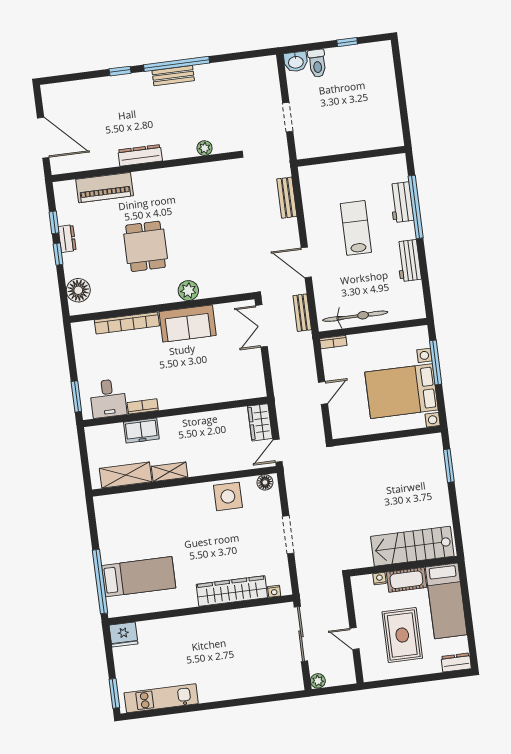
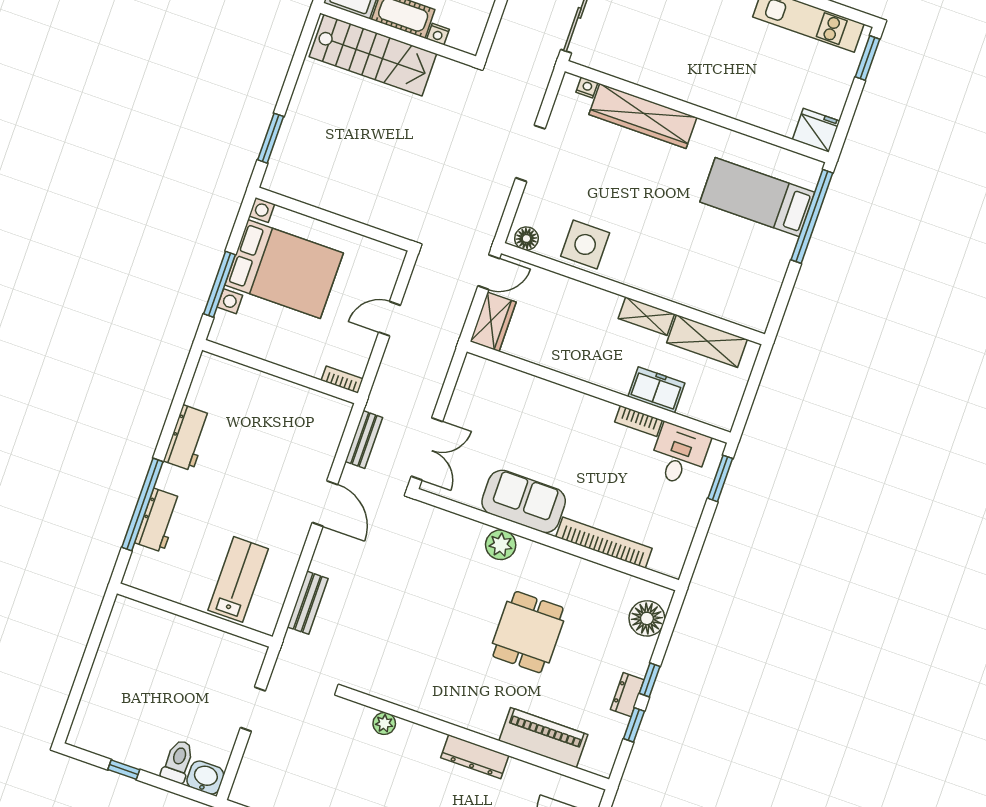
lab bench: (356, 228) -> (238, 579), moved, turned 180
bicycle: (355, 316) -> (296, 399), removed

